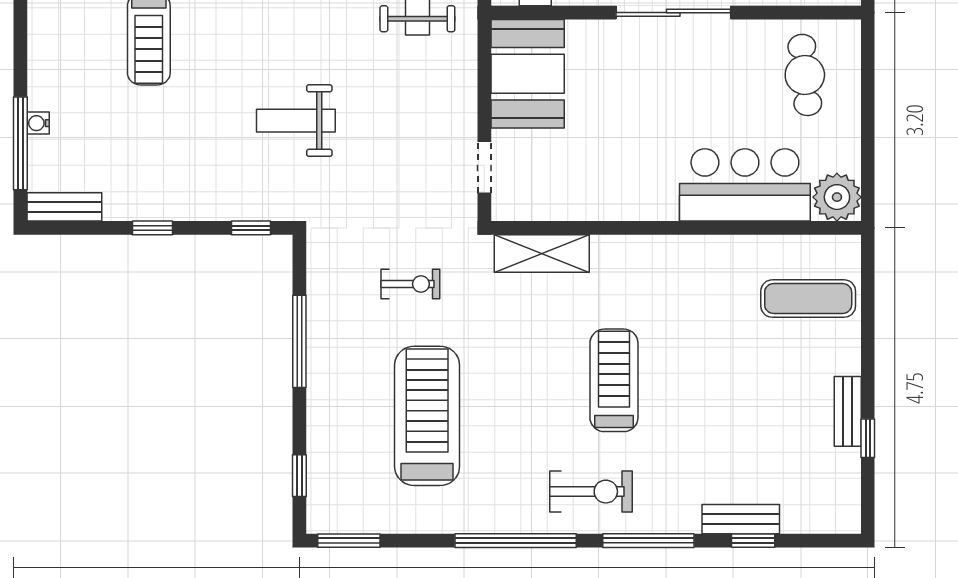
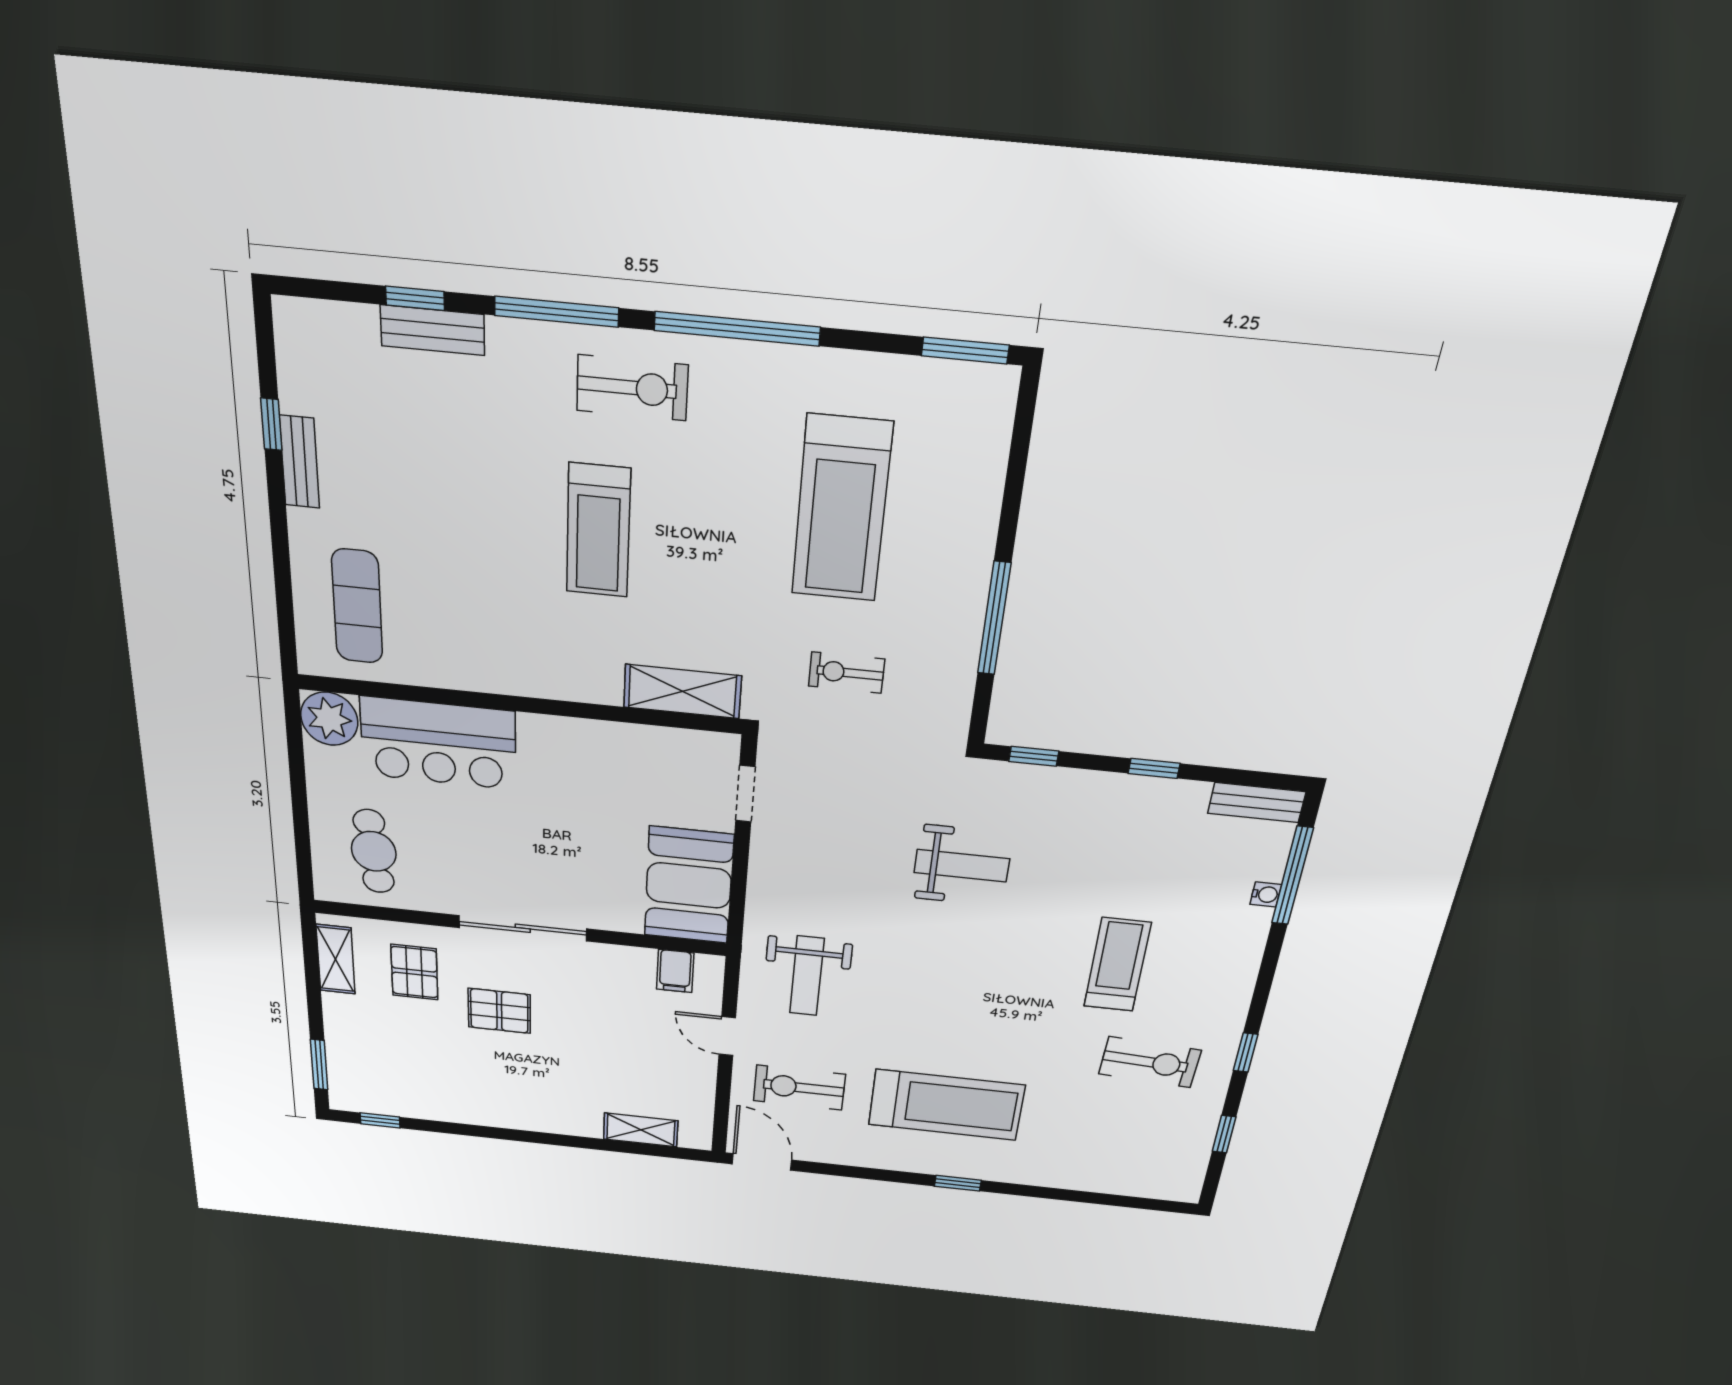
exercise mat: (808, 299) -> (357, 606), turned 90
window: (299, 476) -> (1020, 447), removed
exercise bike: (591, 492) -> (632, 388), turned 180

